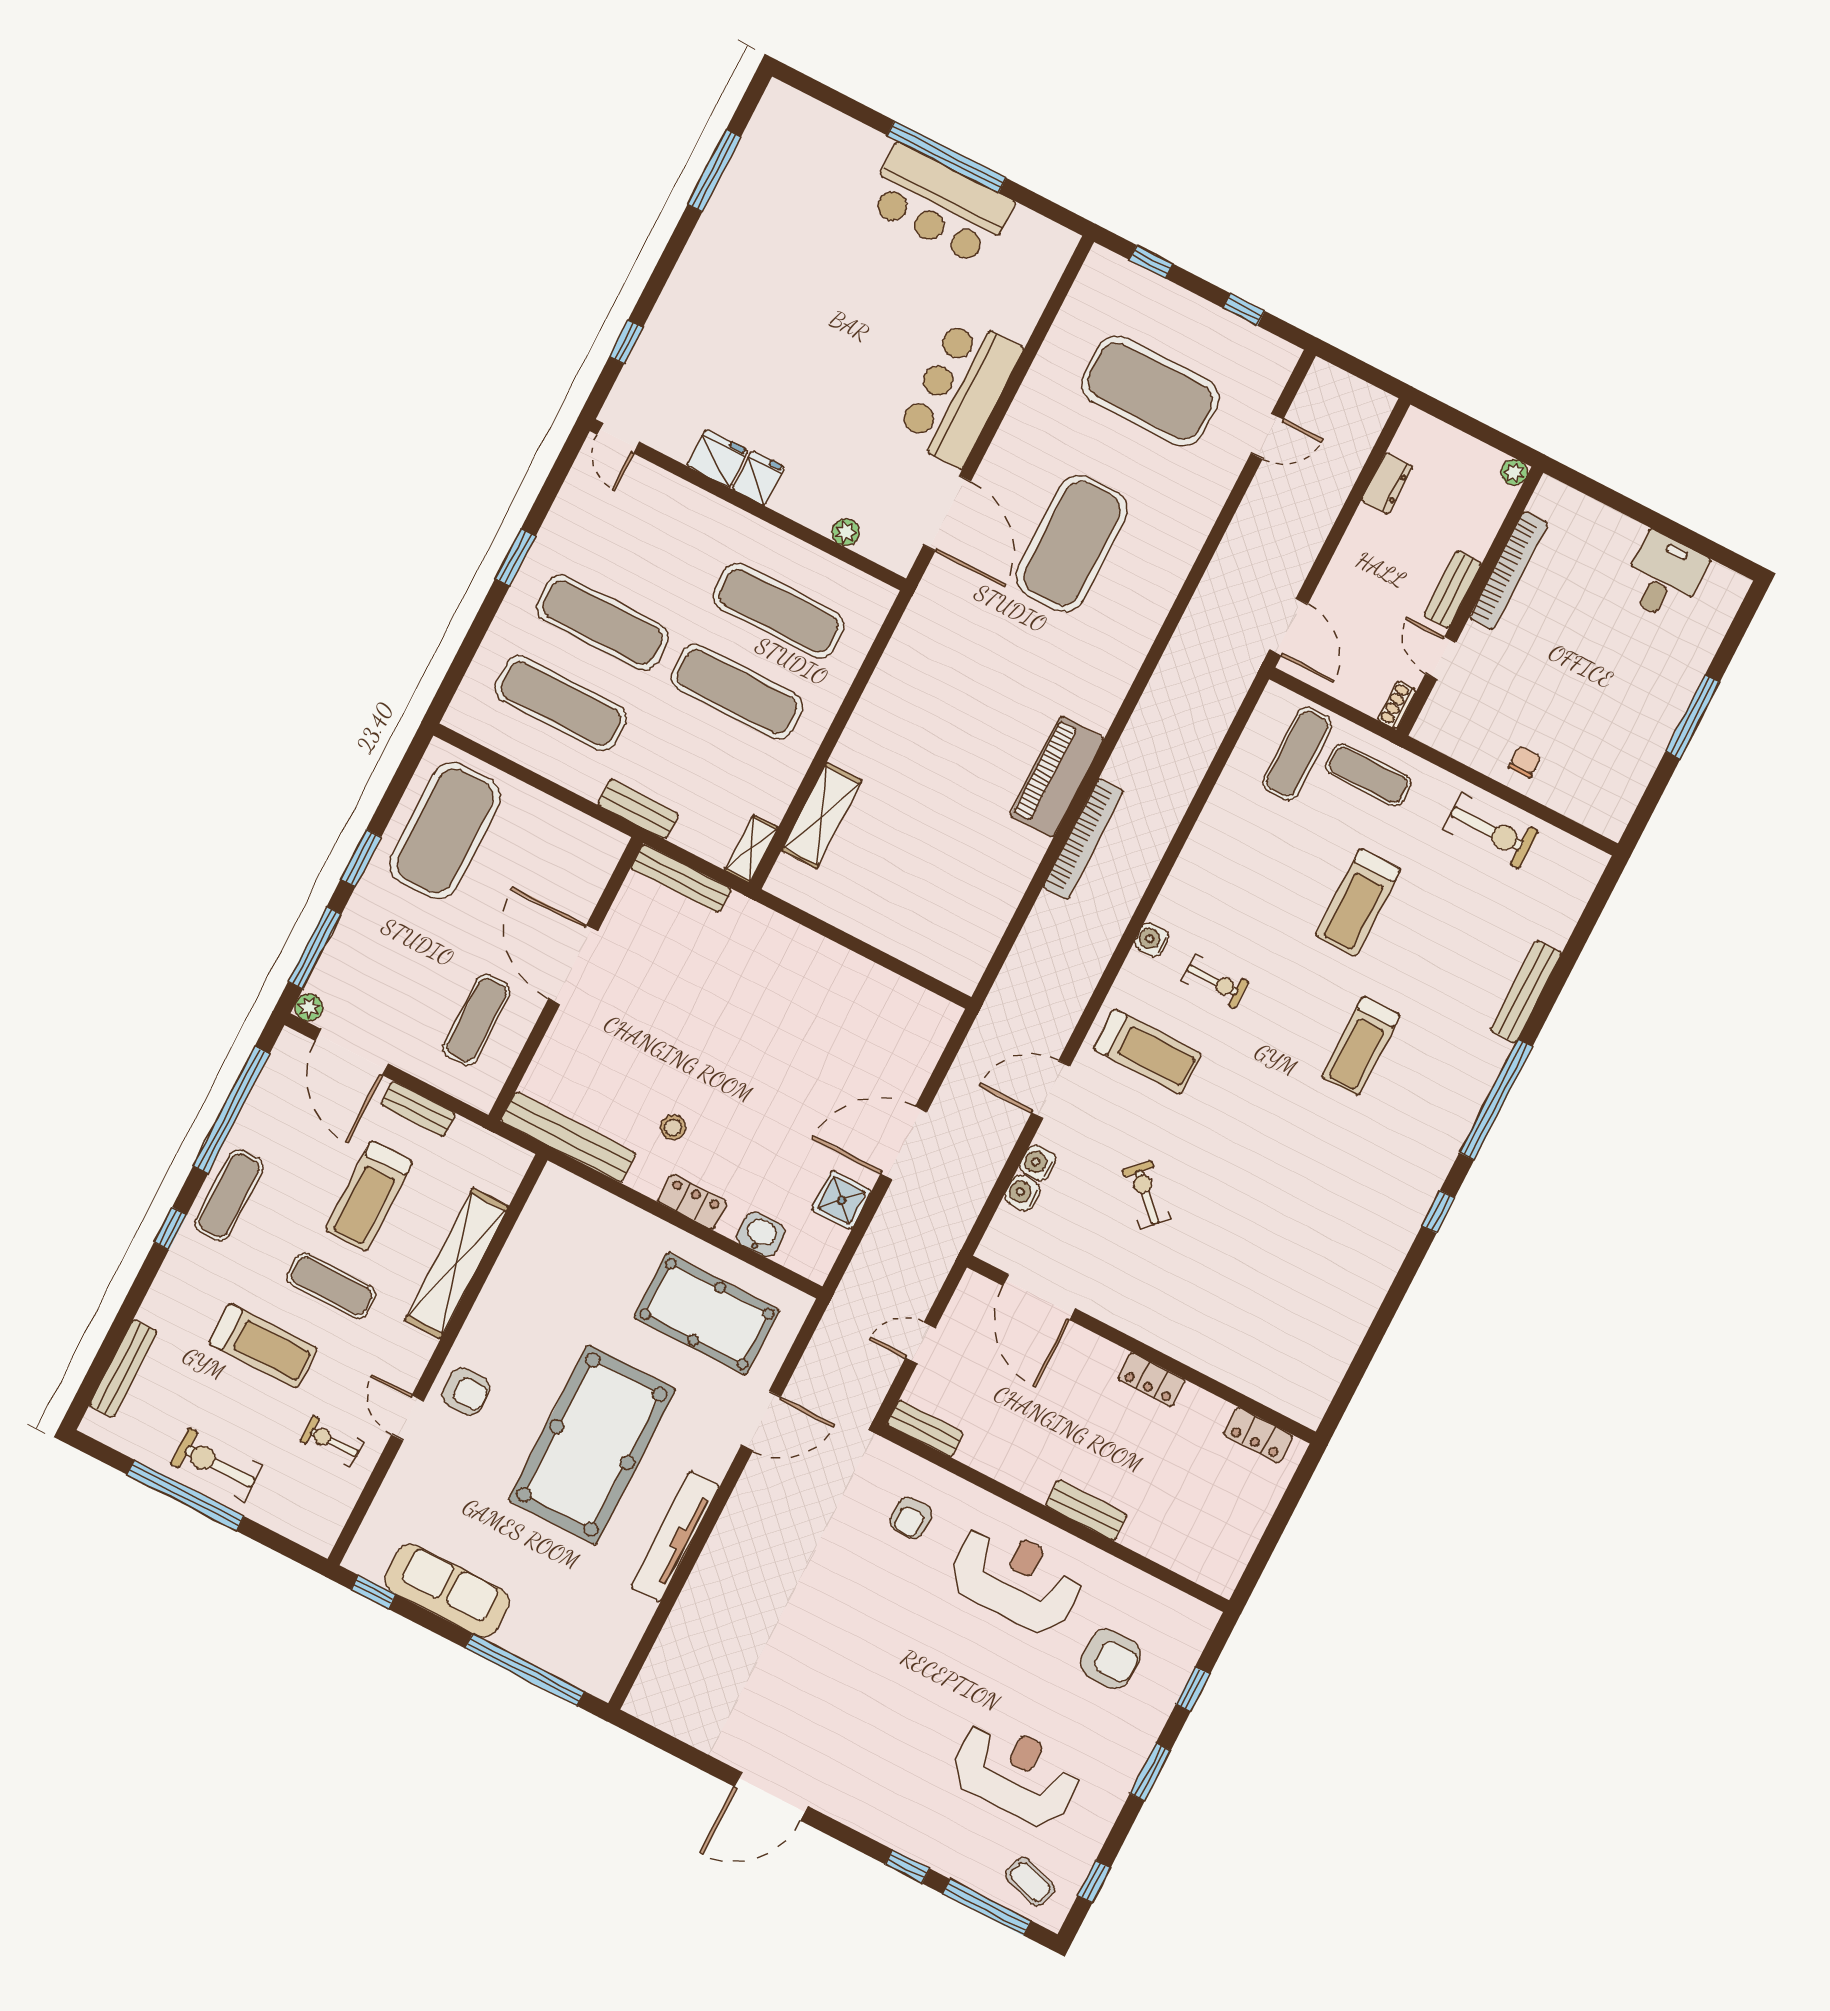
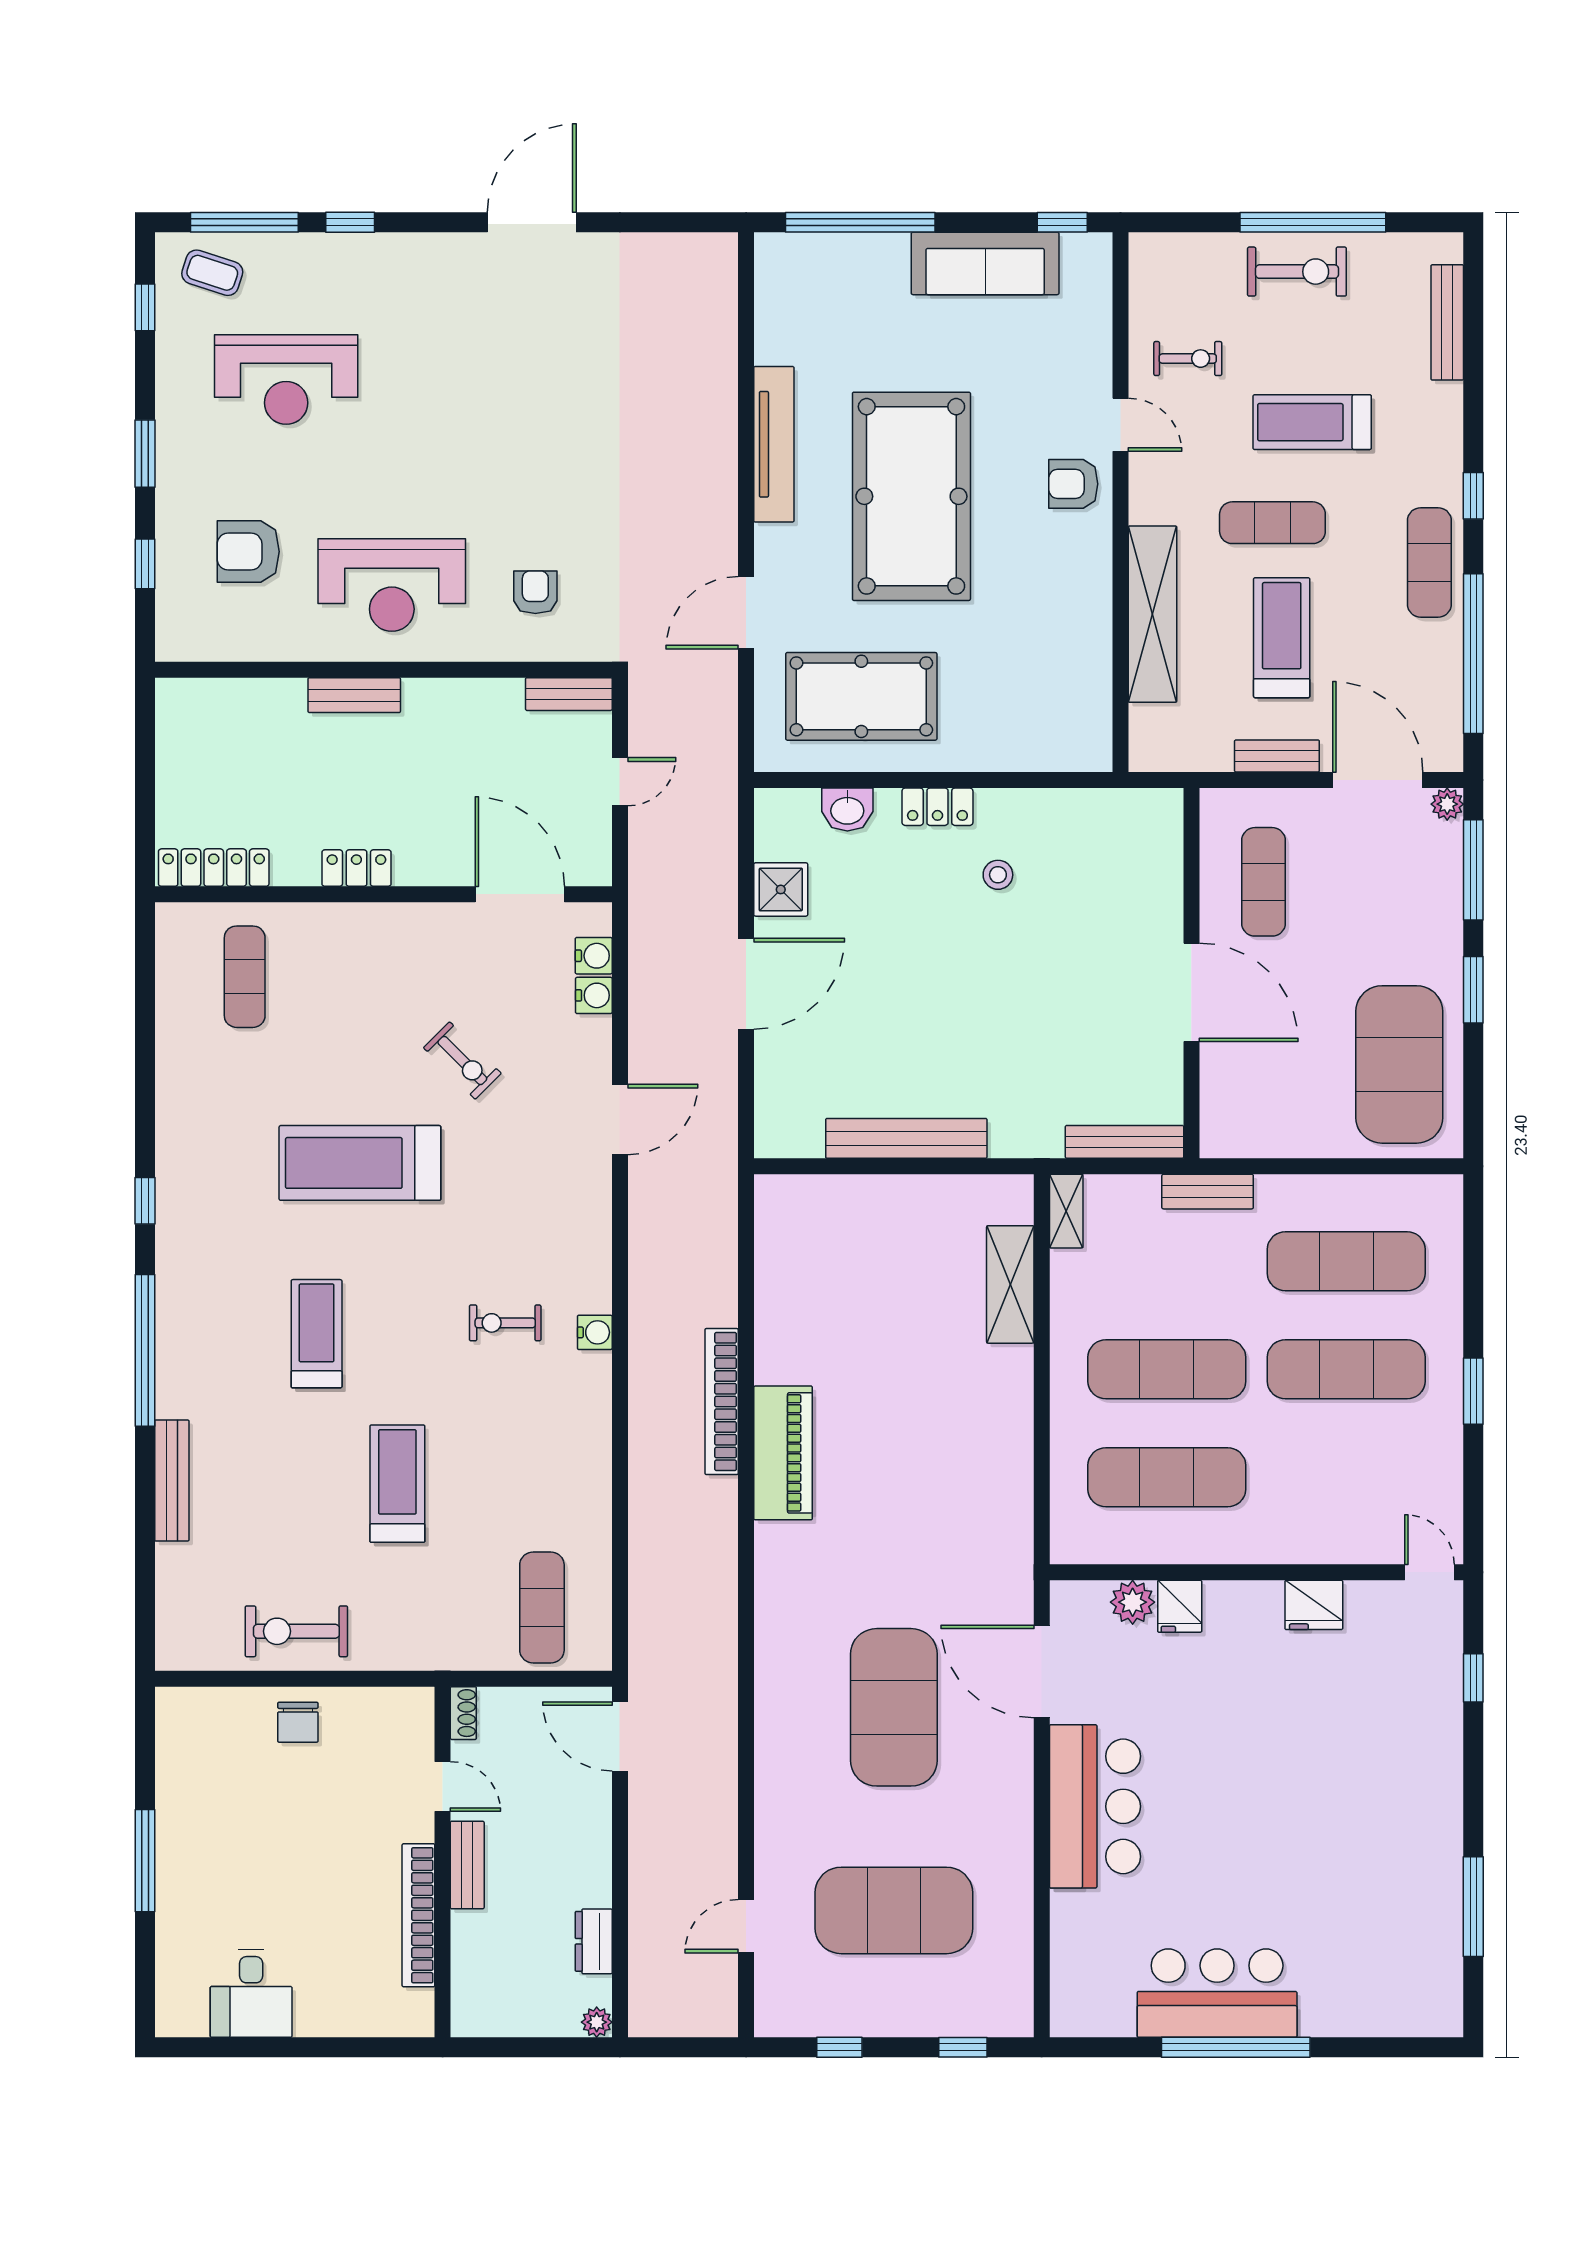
plant: (1514, 472) -> (597, 2022), moved
fridge: (758, 478) -> (1180, 1606), moved
plant: (846, 532) -> (1133, 1602), width x1.38, depth x1.38
chair: (1525, 762) -> (298, 1722), width x1.37, depth x1.37
exercise mat: (1368, 775) -> (245, 977), moved, turned 90
treadmill: (1147, 1051) -> (360, 1163), moved, width x1.37, depth x1.37
bench: (568, 1137) -> (906, 1138), moved
water cooler: (1038, 1163) -> (594, 956), moved
locker: (1258, 1435) -> (214, 868), width x1.53

